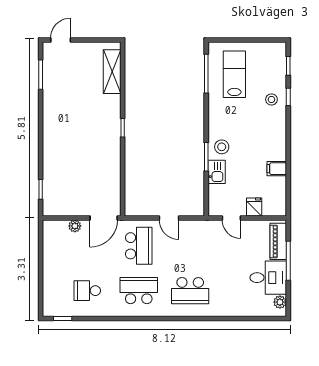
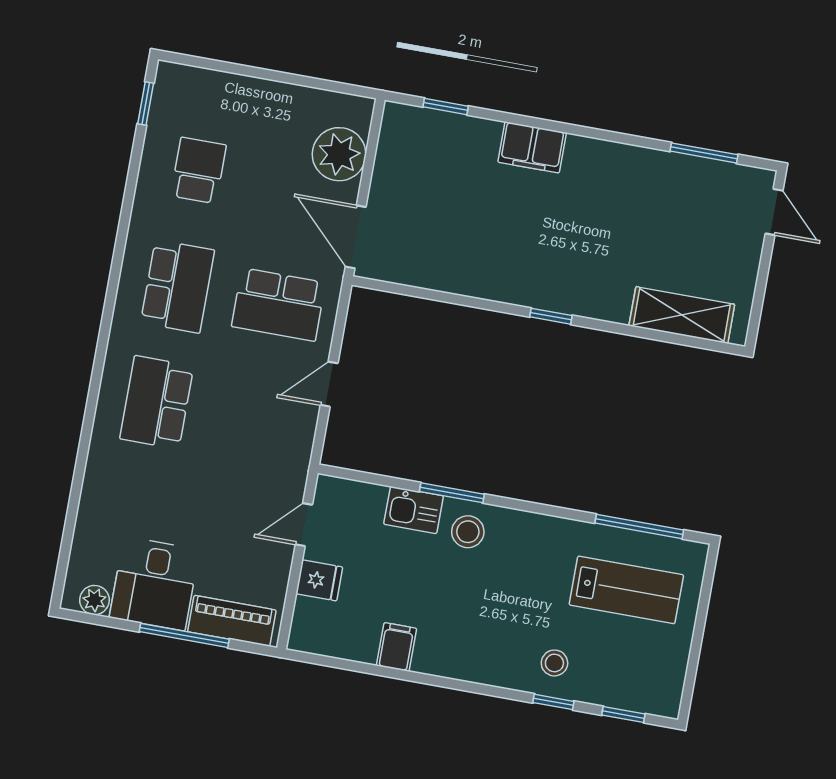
filing cabinet: (52, 149) -> (532, 147), added
plant: (75, 226) -> (339, 154), width x1.87, depth x1.87

